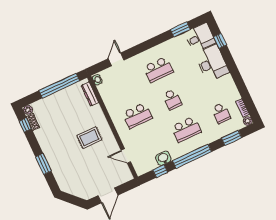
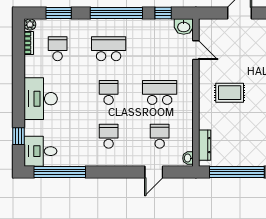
window: (180, 30) -> (60, 172), width x2.11
desk: (212, 63) -> (41, 99), moved
school desk: (158, 69) -> (109, 136), width x0.54
school desk: (123, 86) -> (160, 136), added
washbasin: (163, 158) -> (184, 27), moved

